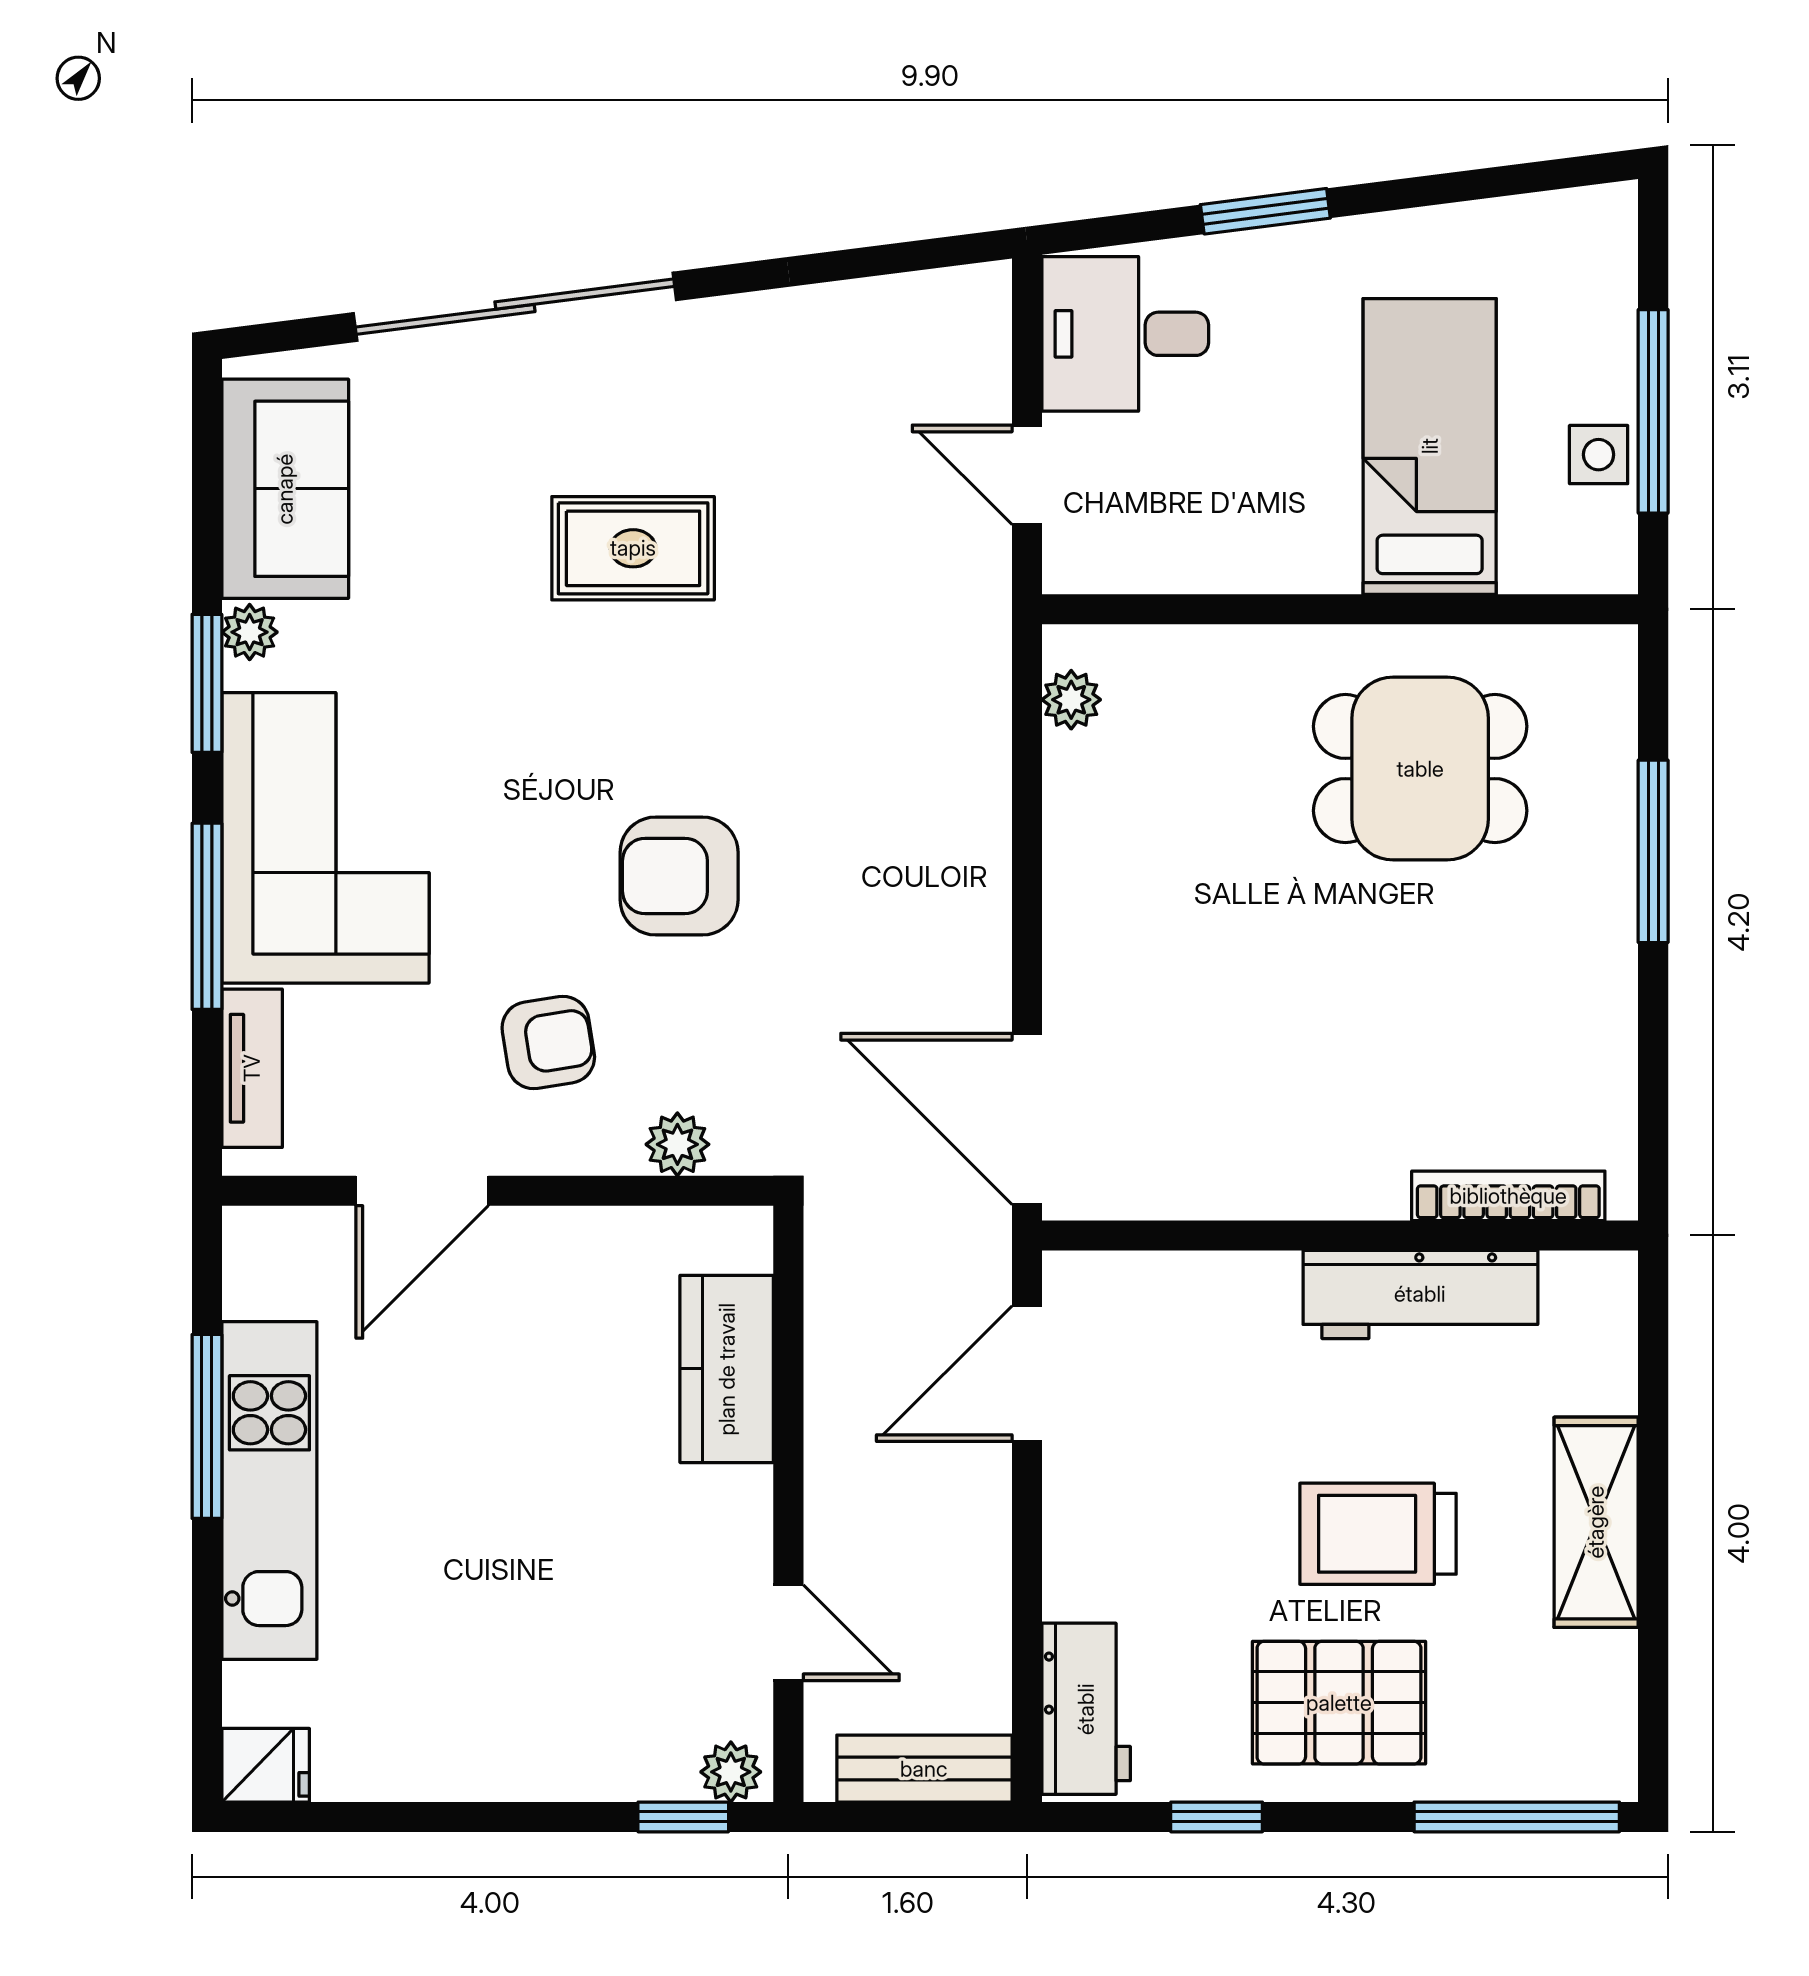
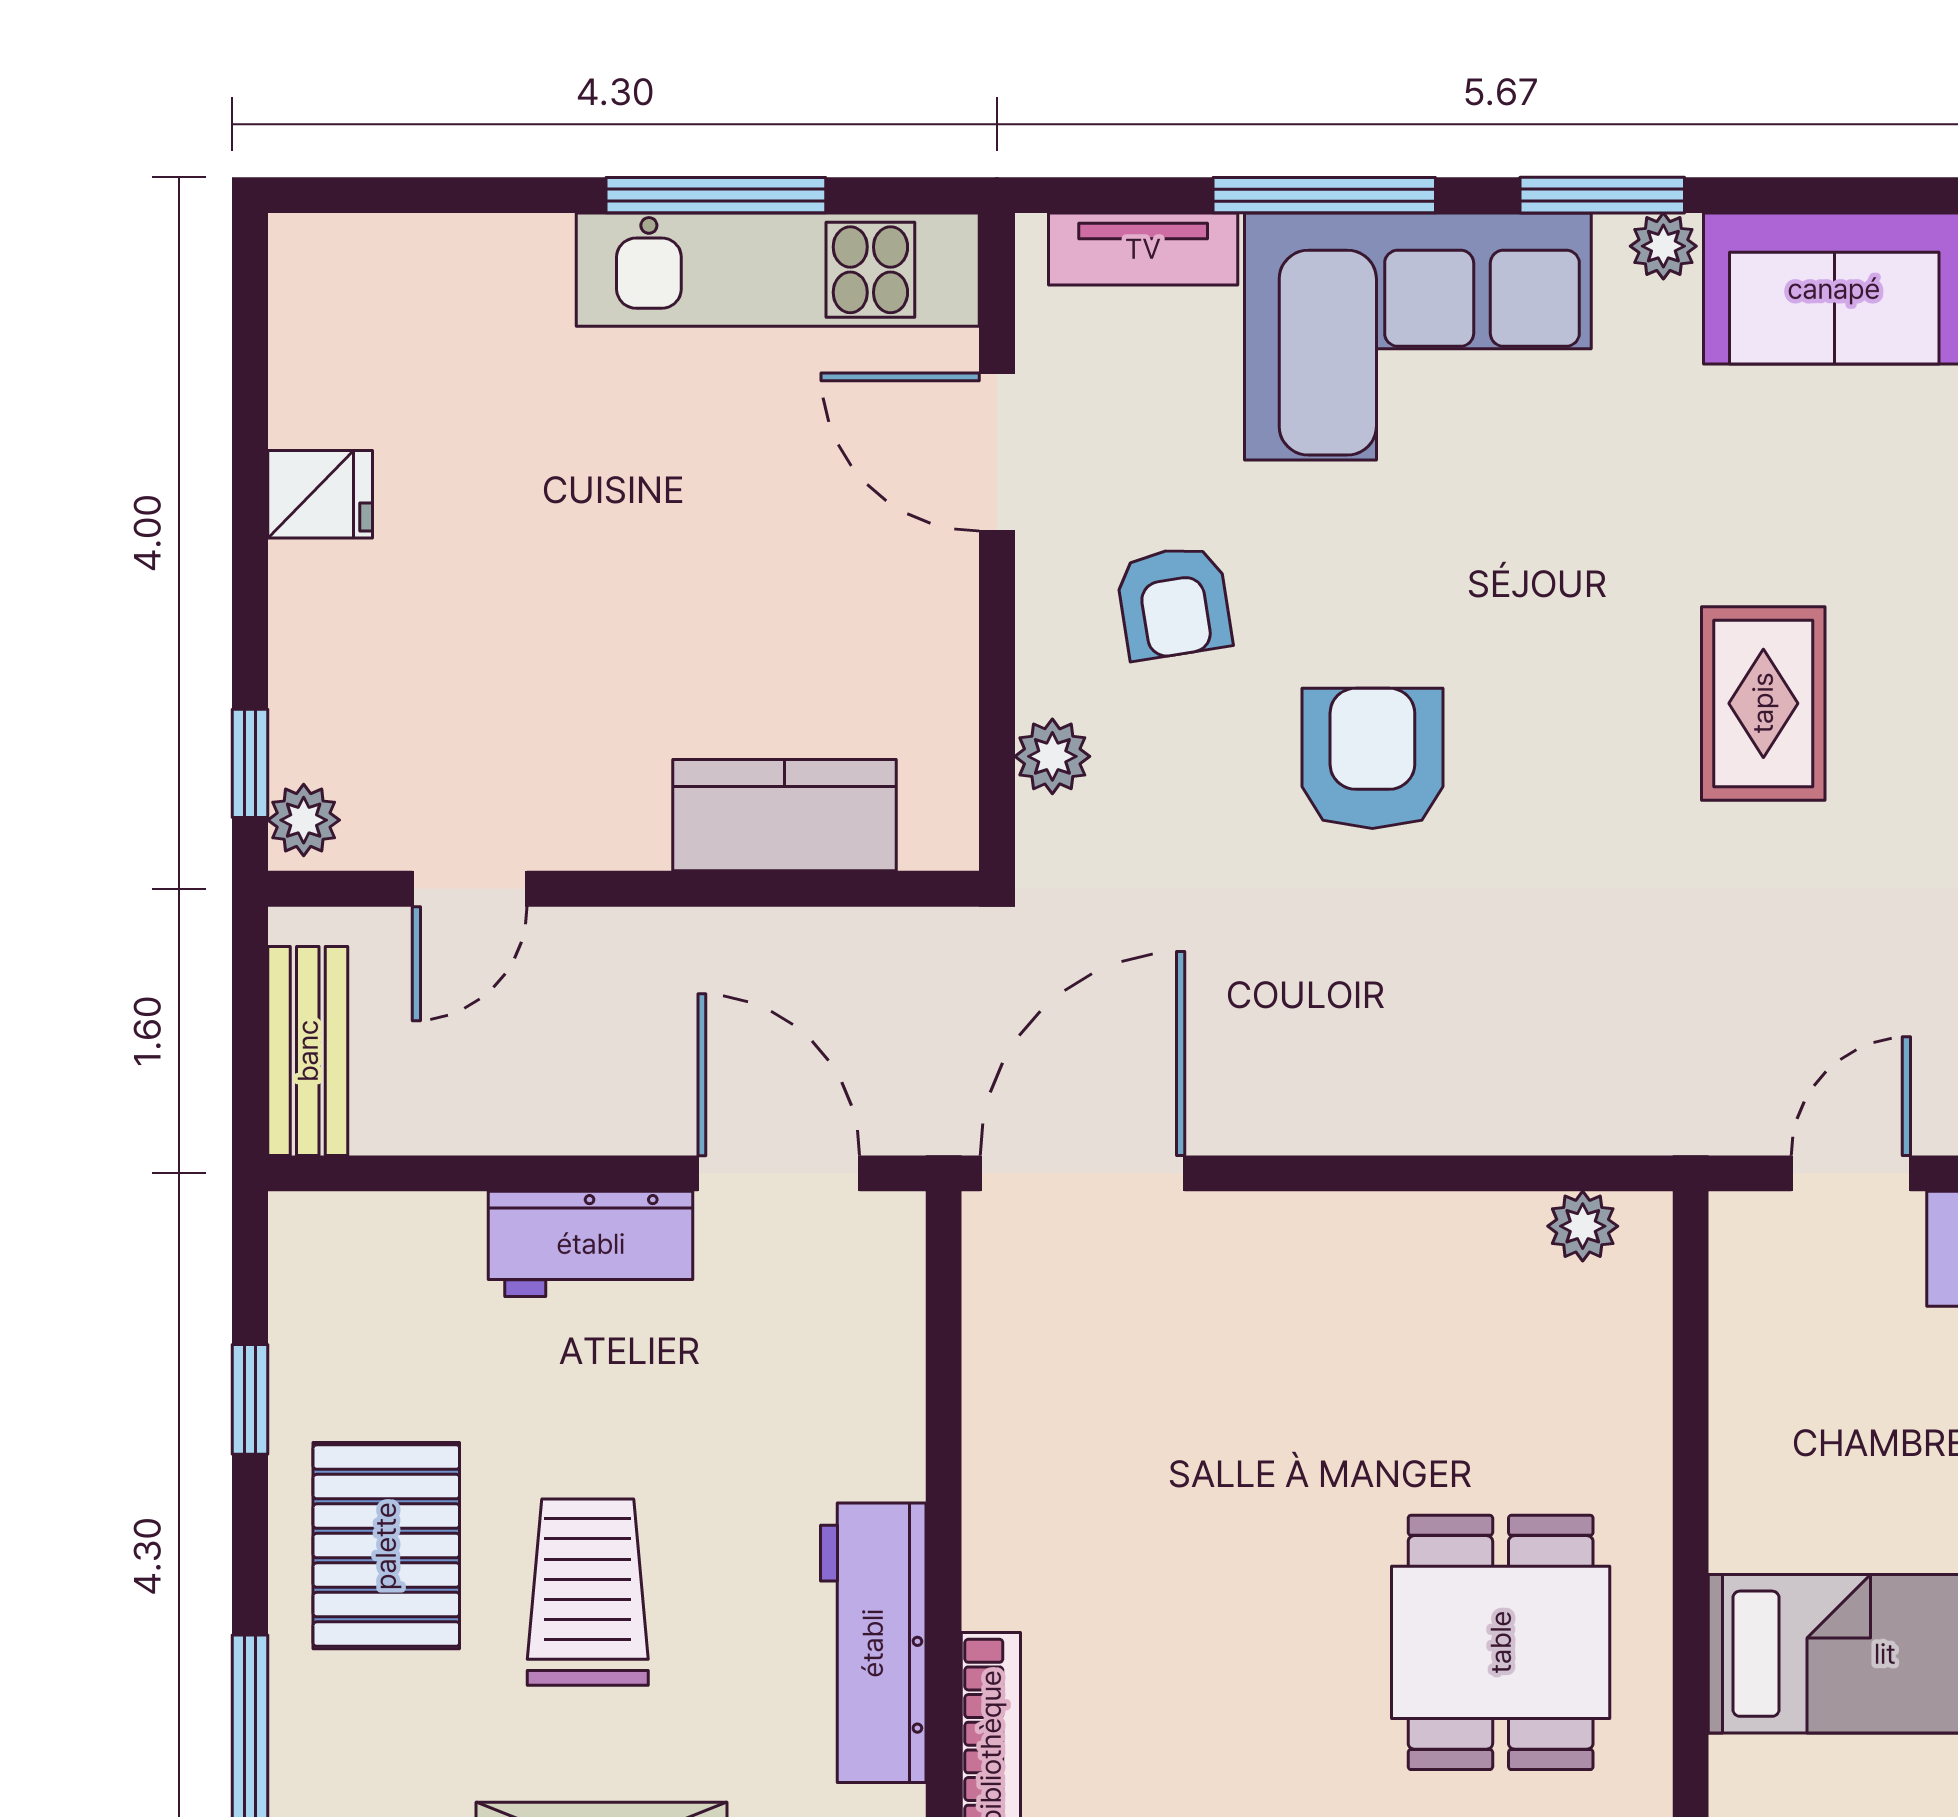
kitchen unit: (269, 1490) -> (778, 270), moved
workbench: (1086, 1709) -> (591, 1244), moved
fridge: (266, 1765) -> (320, 494), moved, turned -90

